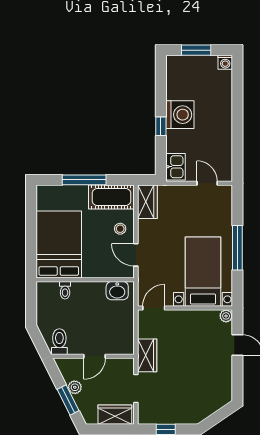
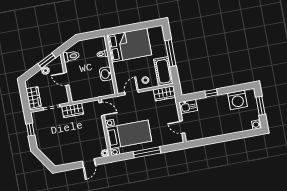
washing machine: (180, 115) -> (237, 100), moved
door: (207, 183) -> (182, 127), swing flipped
washbasin: (117, 291) -> (106, 74), moved
window: (68, 400) -> (47, 61), moved

